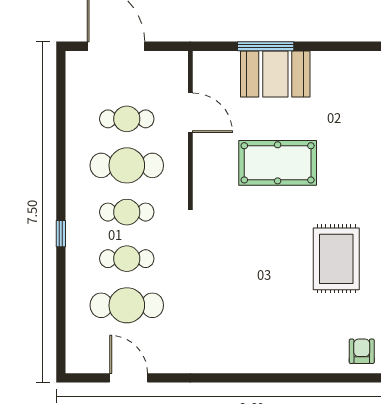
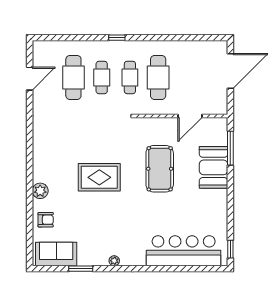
window: (266, 46) -> (230, 148), moved
cafe table: (127, 119) -> (186, 77), removed
rug: (336, 259) -> (99, 177), moved
plant: (314, 360) -> (40, 191), added

